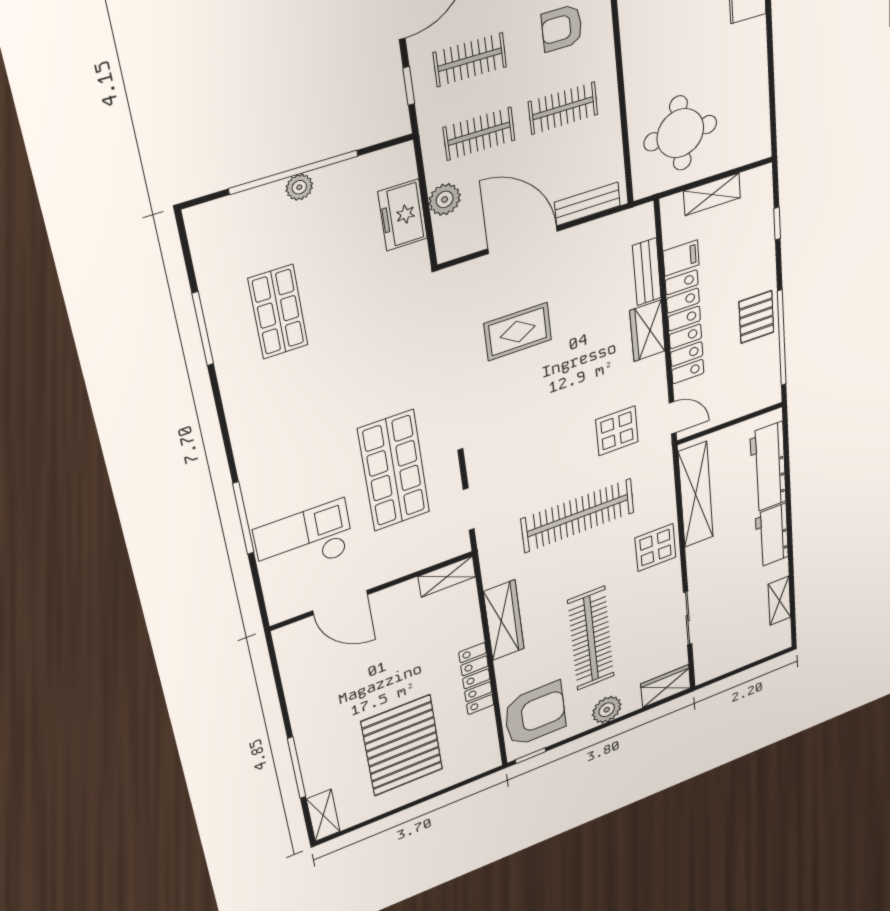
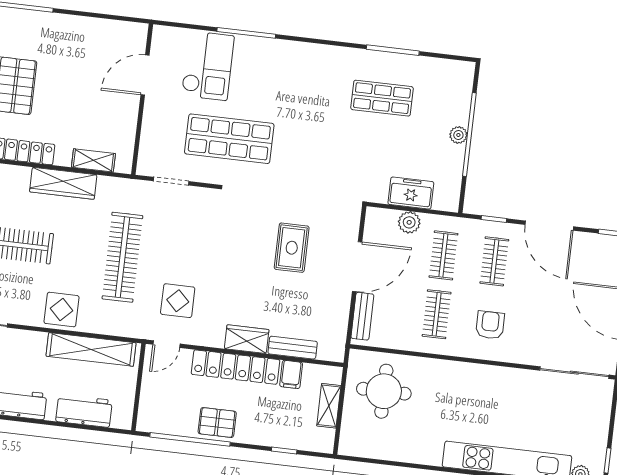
workbench: (768, 467) -> (84, 411), width x0.73
shelving: (447, 577) -> (93, 160), moved, turned 90

